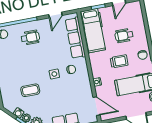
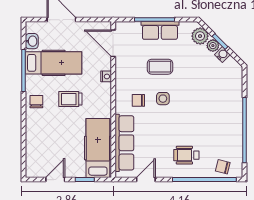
wheelchair: (124, 35) -> (57, 133), removed
coffee table: (30, 90) -> (160, 67), moved

